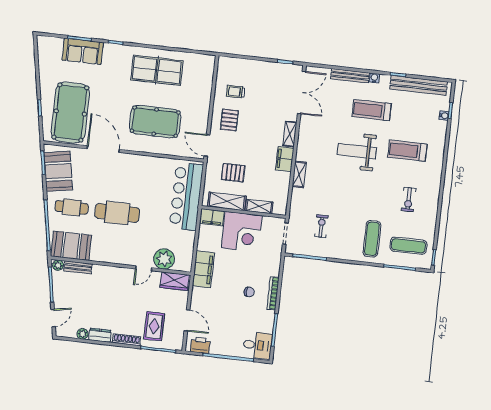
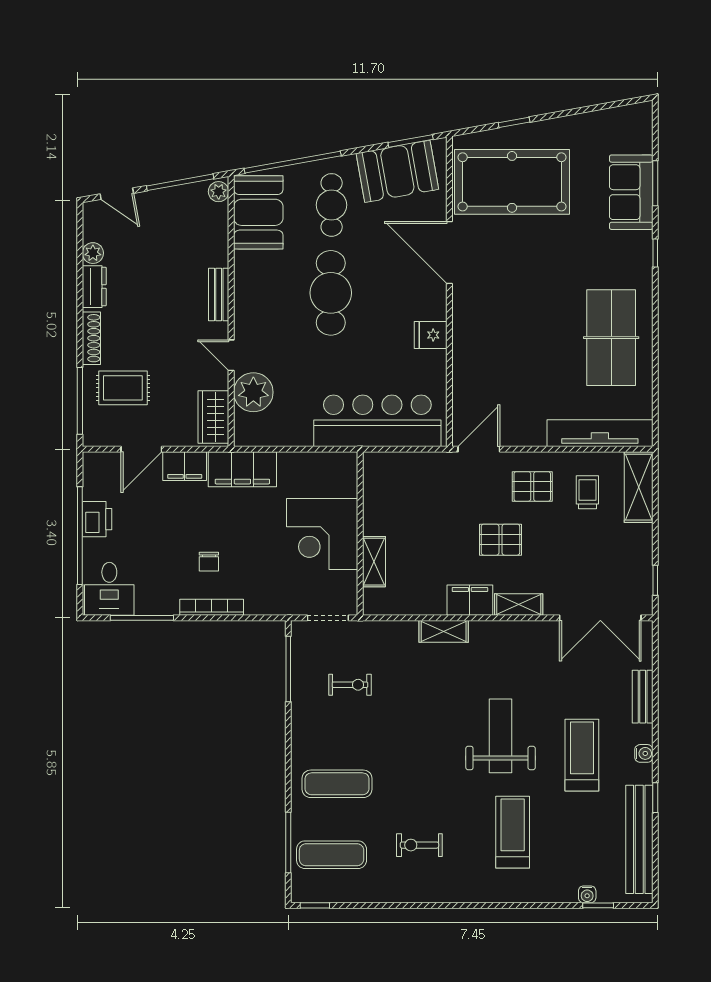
bench: (350, 76) -> (643, 697), width x0.73
tv unit: (206, 82) -> (600, 433), added
pool table: (155, 122) -> (513, 345), removed
door: (103, 149) -> (449, 253), swing flipped
fridge: (145, 164) -> (431, 335), added
pallet: (233, 173) -> (500, 540), moved, turned 90
shelving: (227, 201) -> (639, 487), moved
filing cabinet: (212, 217) -> (185, 466), moved, turned -90
exercise mat: (408, 246) -> (332, 855), turned 90
bench: (78, 267) -> (219, 294), moved
printer: (200, 345) -> (97, 519), moved

